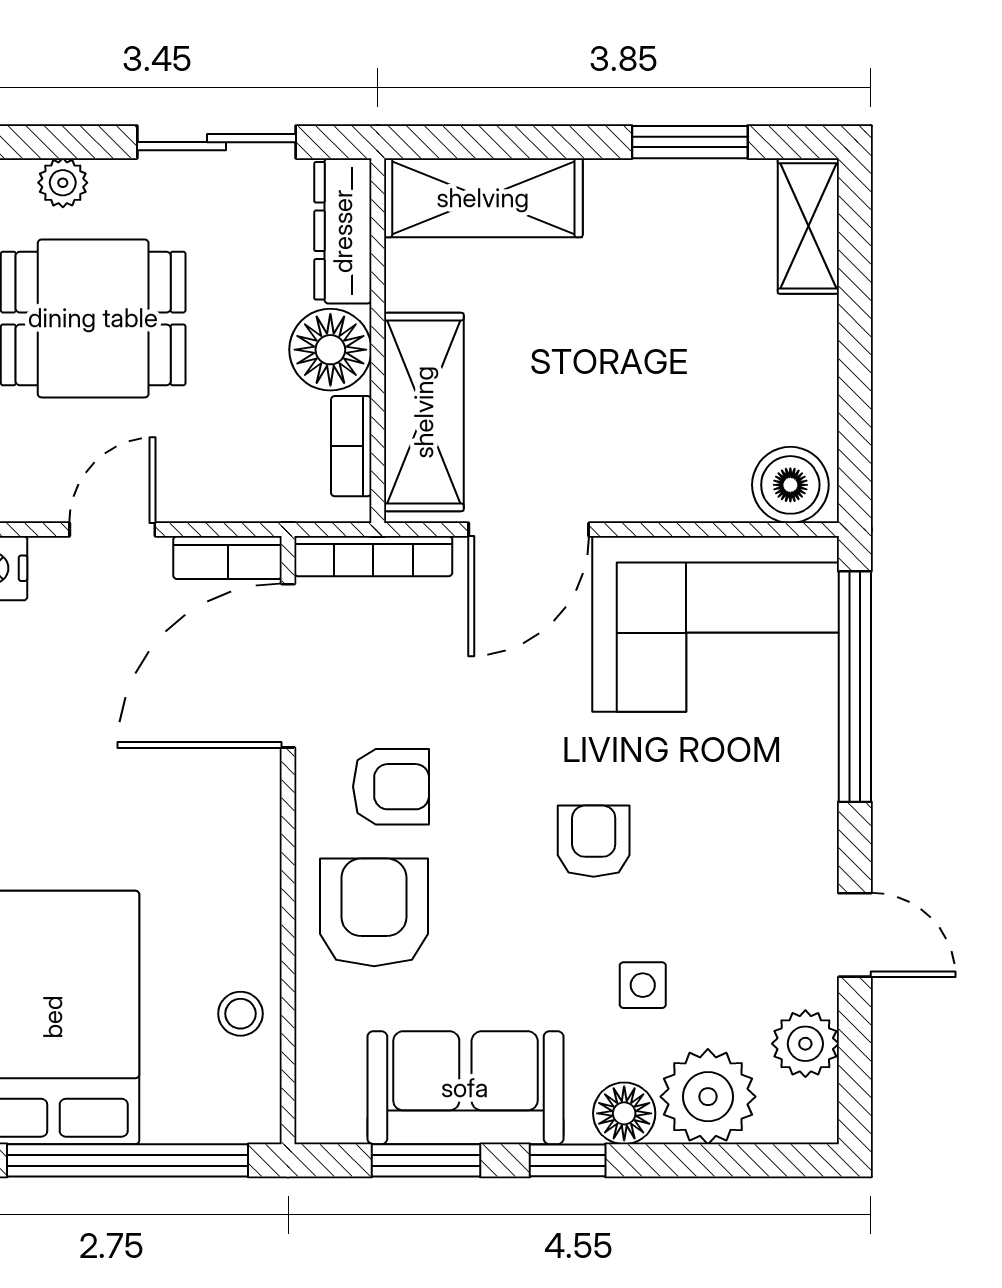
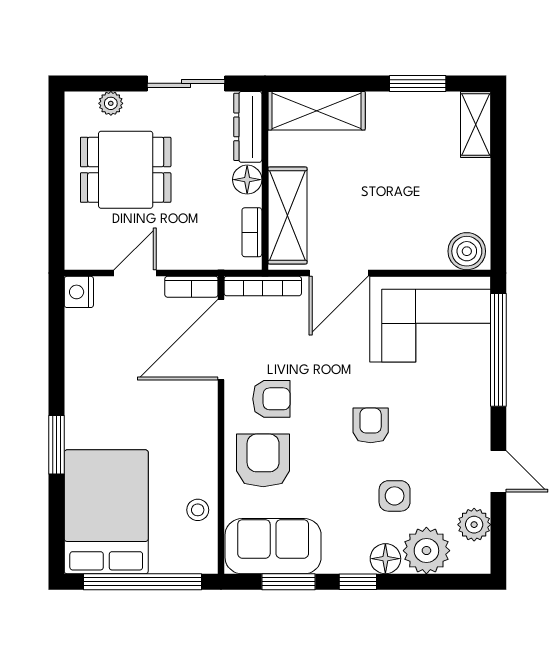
floor lamp: (330, 350) -> (247, 180), width x0.73, depth x0.73
side table: (643, 985) -> (395, 496), width x1.37, depth x1.37
sofa: (465, 1088) -> (273, 546), moved

